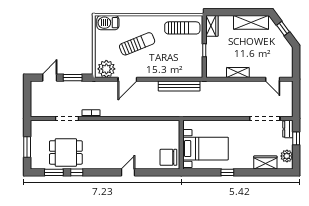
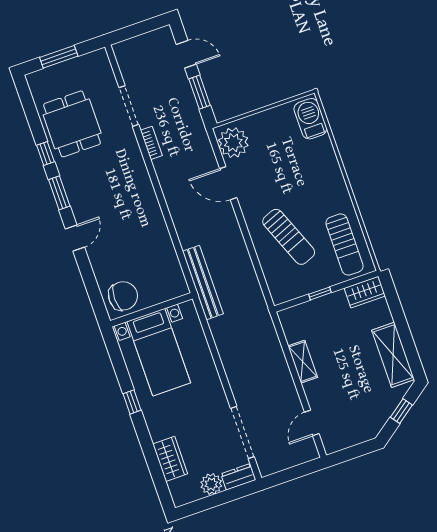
sun lounger: (137, 44) -> (289, 237), moved
bench: (179, 86) -> (203, 283), moved
window: (296, 138) -> (228, 496), removed
plant: (287, 156) -> (211, 484), moved
chair: (168, 157) -> (123, 296), turned 90
window: (54, 172) -> (59, 193), moved
door: (128, 172) -> (75, 238), hinge flipped

